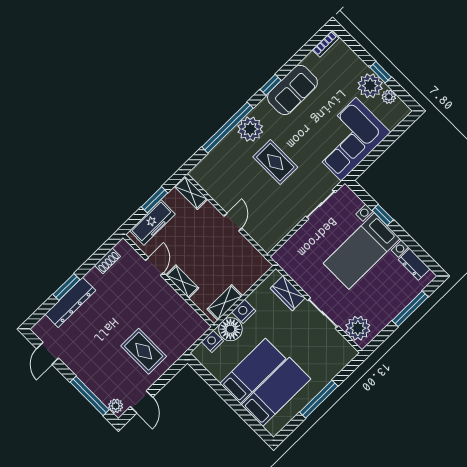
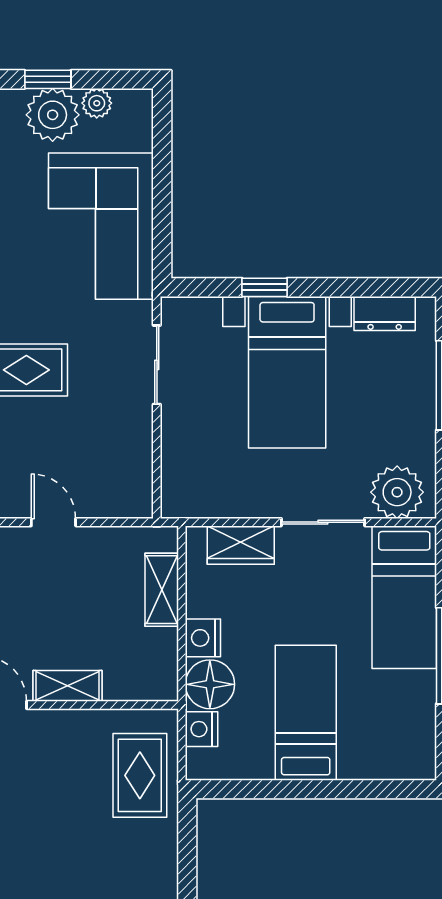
shelving: (225, 302) -> (162, 590), moved
rug: (144, 351) -> (140, 775), moved, turned 90
bed: (276, 392) -> (404, 597), moved, turned 180

